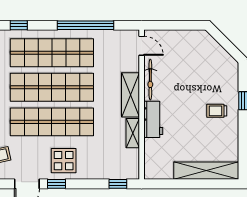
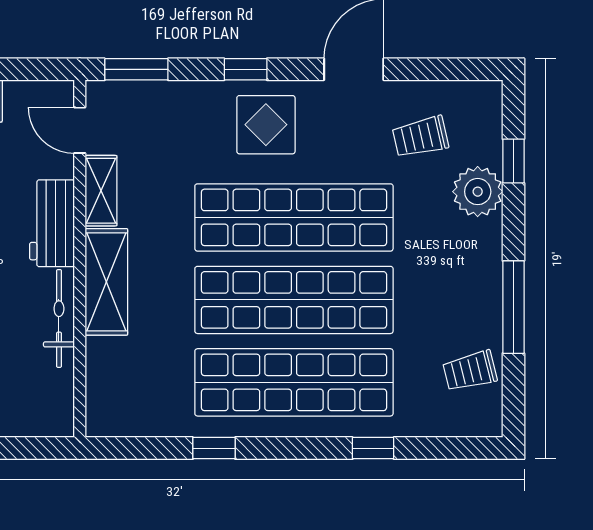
window: (85, 25) -> (214, 448), width x0.32
door: (142, 46) -> (80, 130), moved
window: (57, 184) -> (246, 69), moved
window: (118, 184) -> (136, 69), width x1.50

